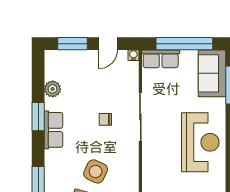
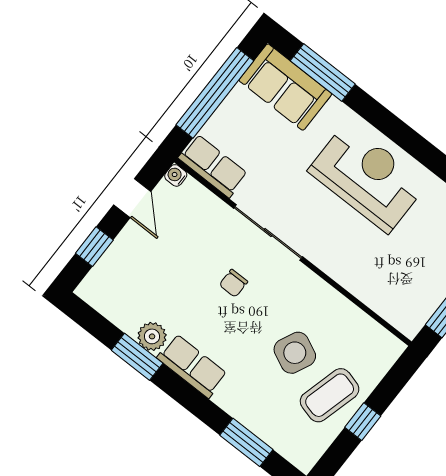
window: (73, 44) -> (94, 247), width x0.67
row of seats: (161, 59) -> (213, 166), moved, turned -90
plant: (53, 89) -> (152, 336), moved
window: (38, 117) -> (137, 357), moved

